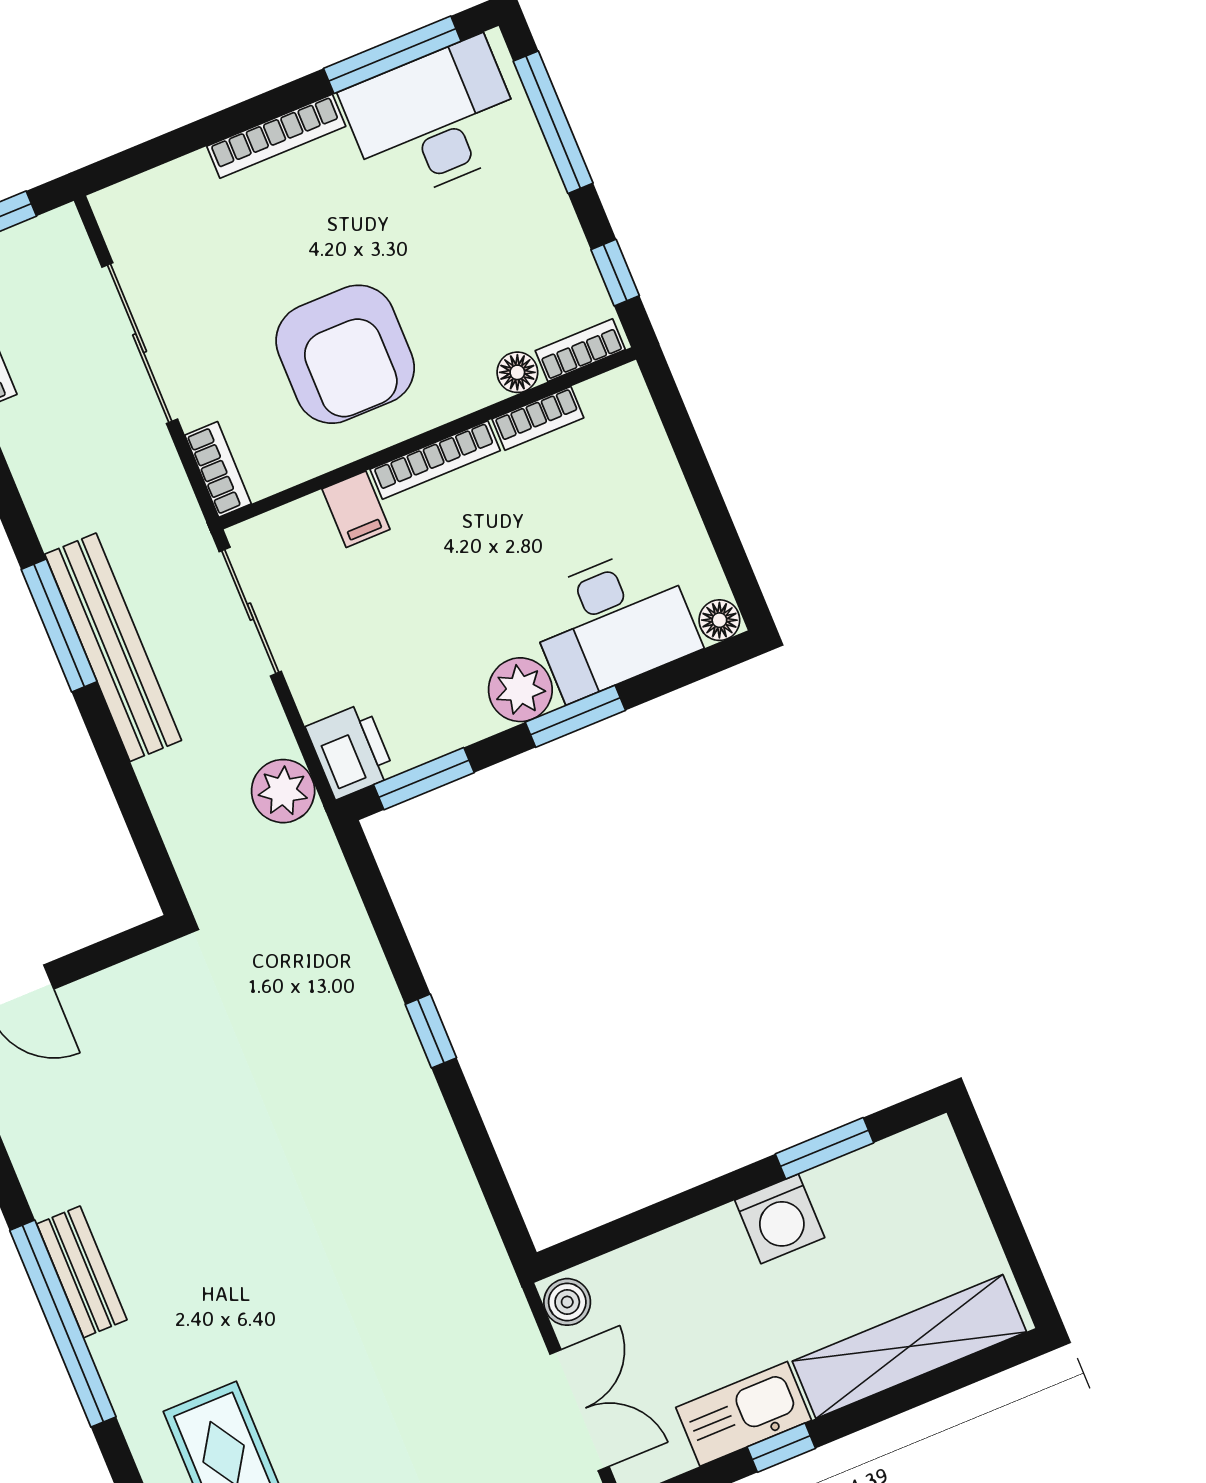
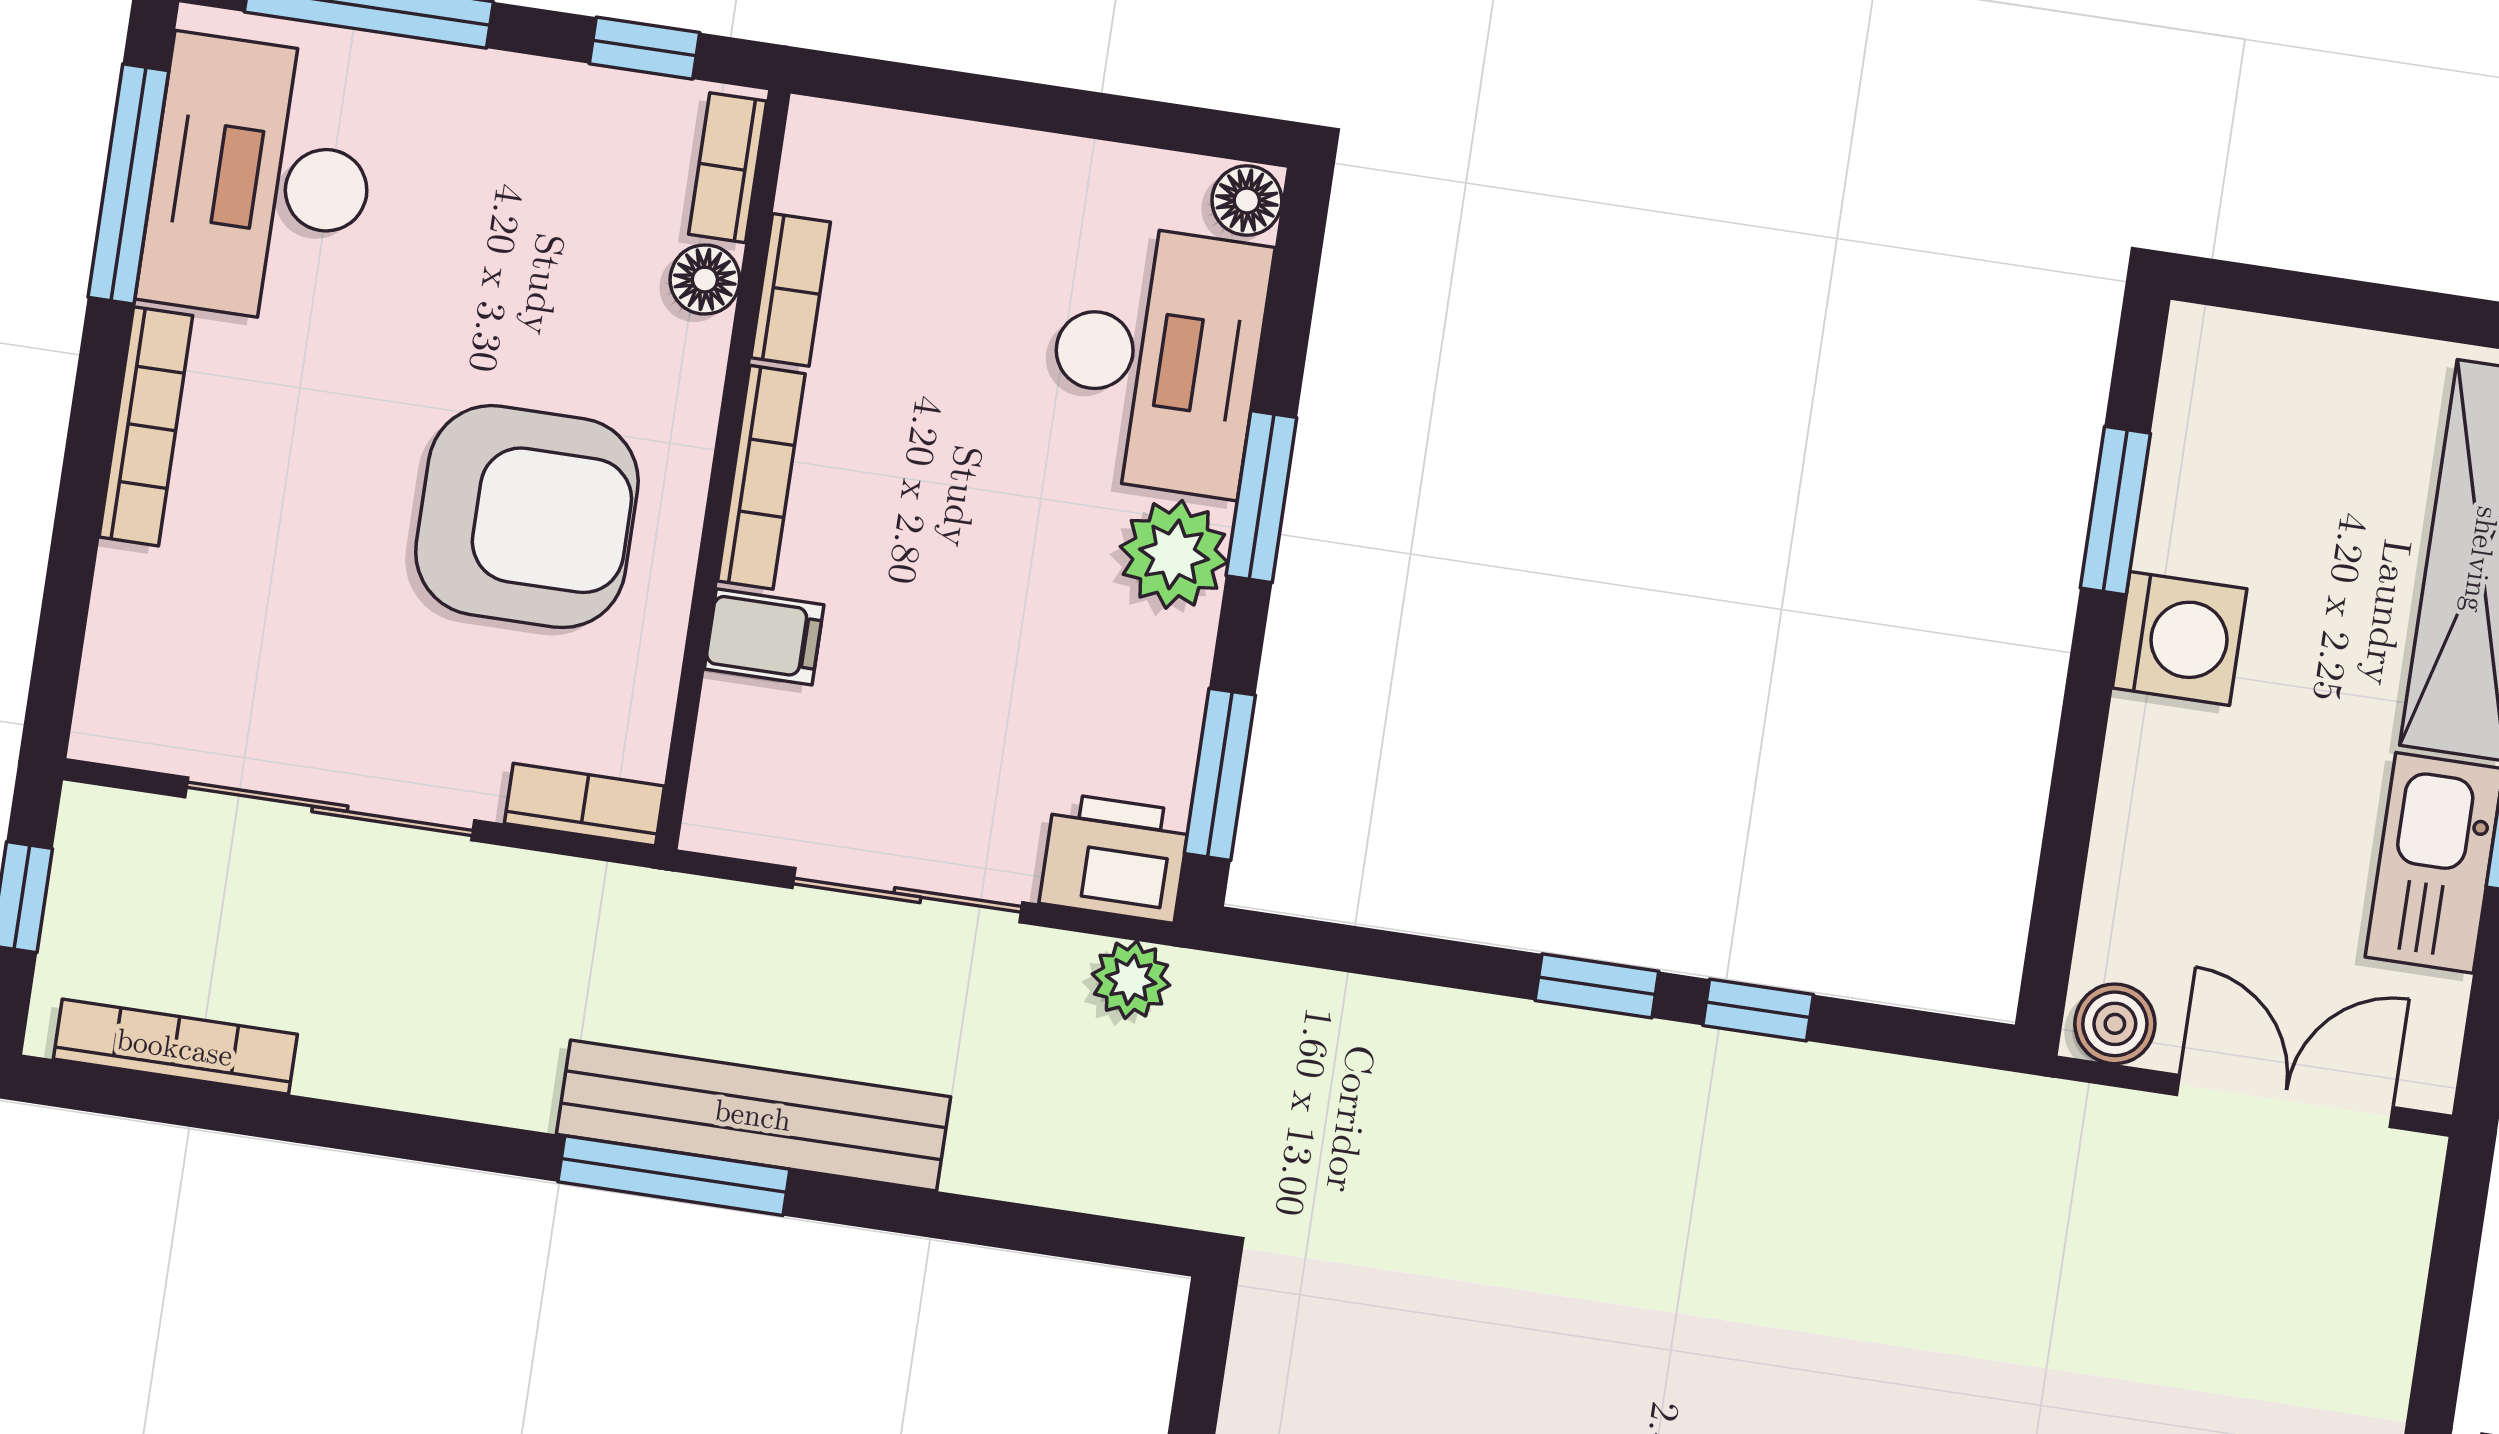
sliding door: (250, 612) -> (907, 895), moved
plant: (283, 791) -> (1131, 980), width x0.73, depth x0.73
window: (467, 1119) -> (1758, 1010), added

